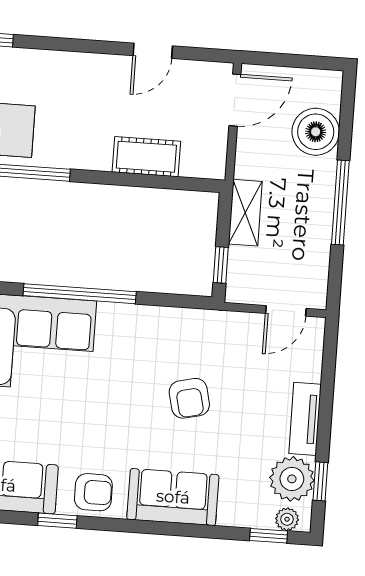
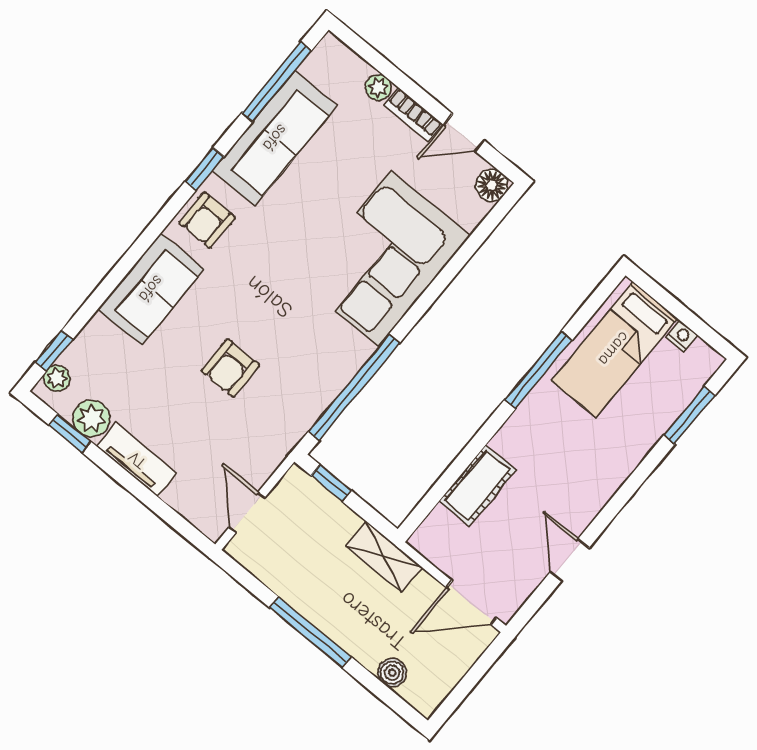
door: (235, 100) -> (472, 603), hinge flipped
boiler: (316, 132) -> (392, 673), width x0.54, depth x0.54
shelving: (245, 213) -> (384, 557), moved
window: (80, 294) -> (354, 387), moved
armchair: (189, 398) -> (230, 368), turned -77
plant: (292, 479) -> (91, 418), width x0.73, depth x0.73

